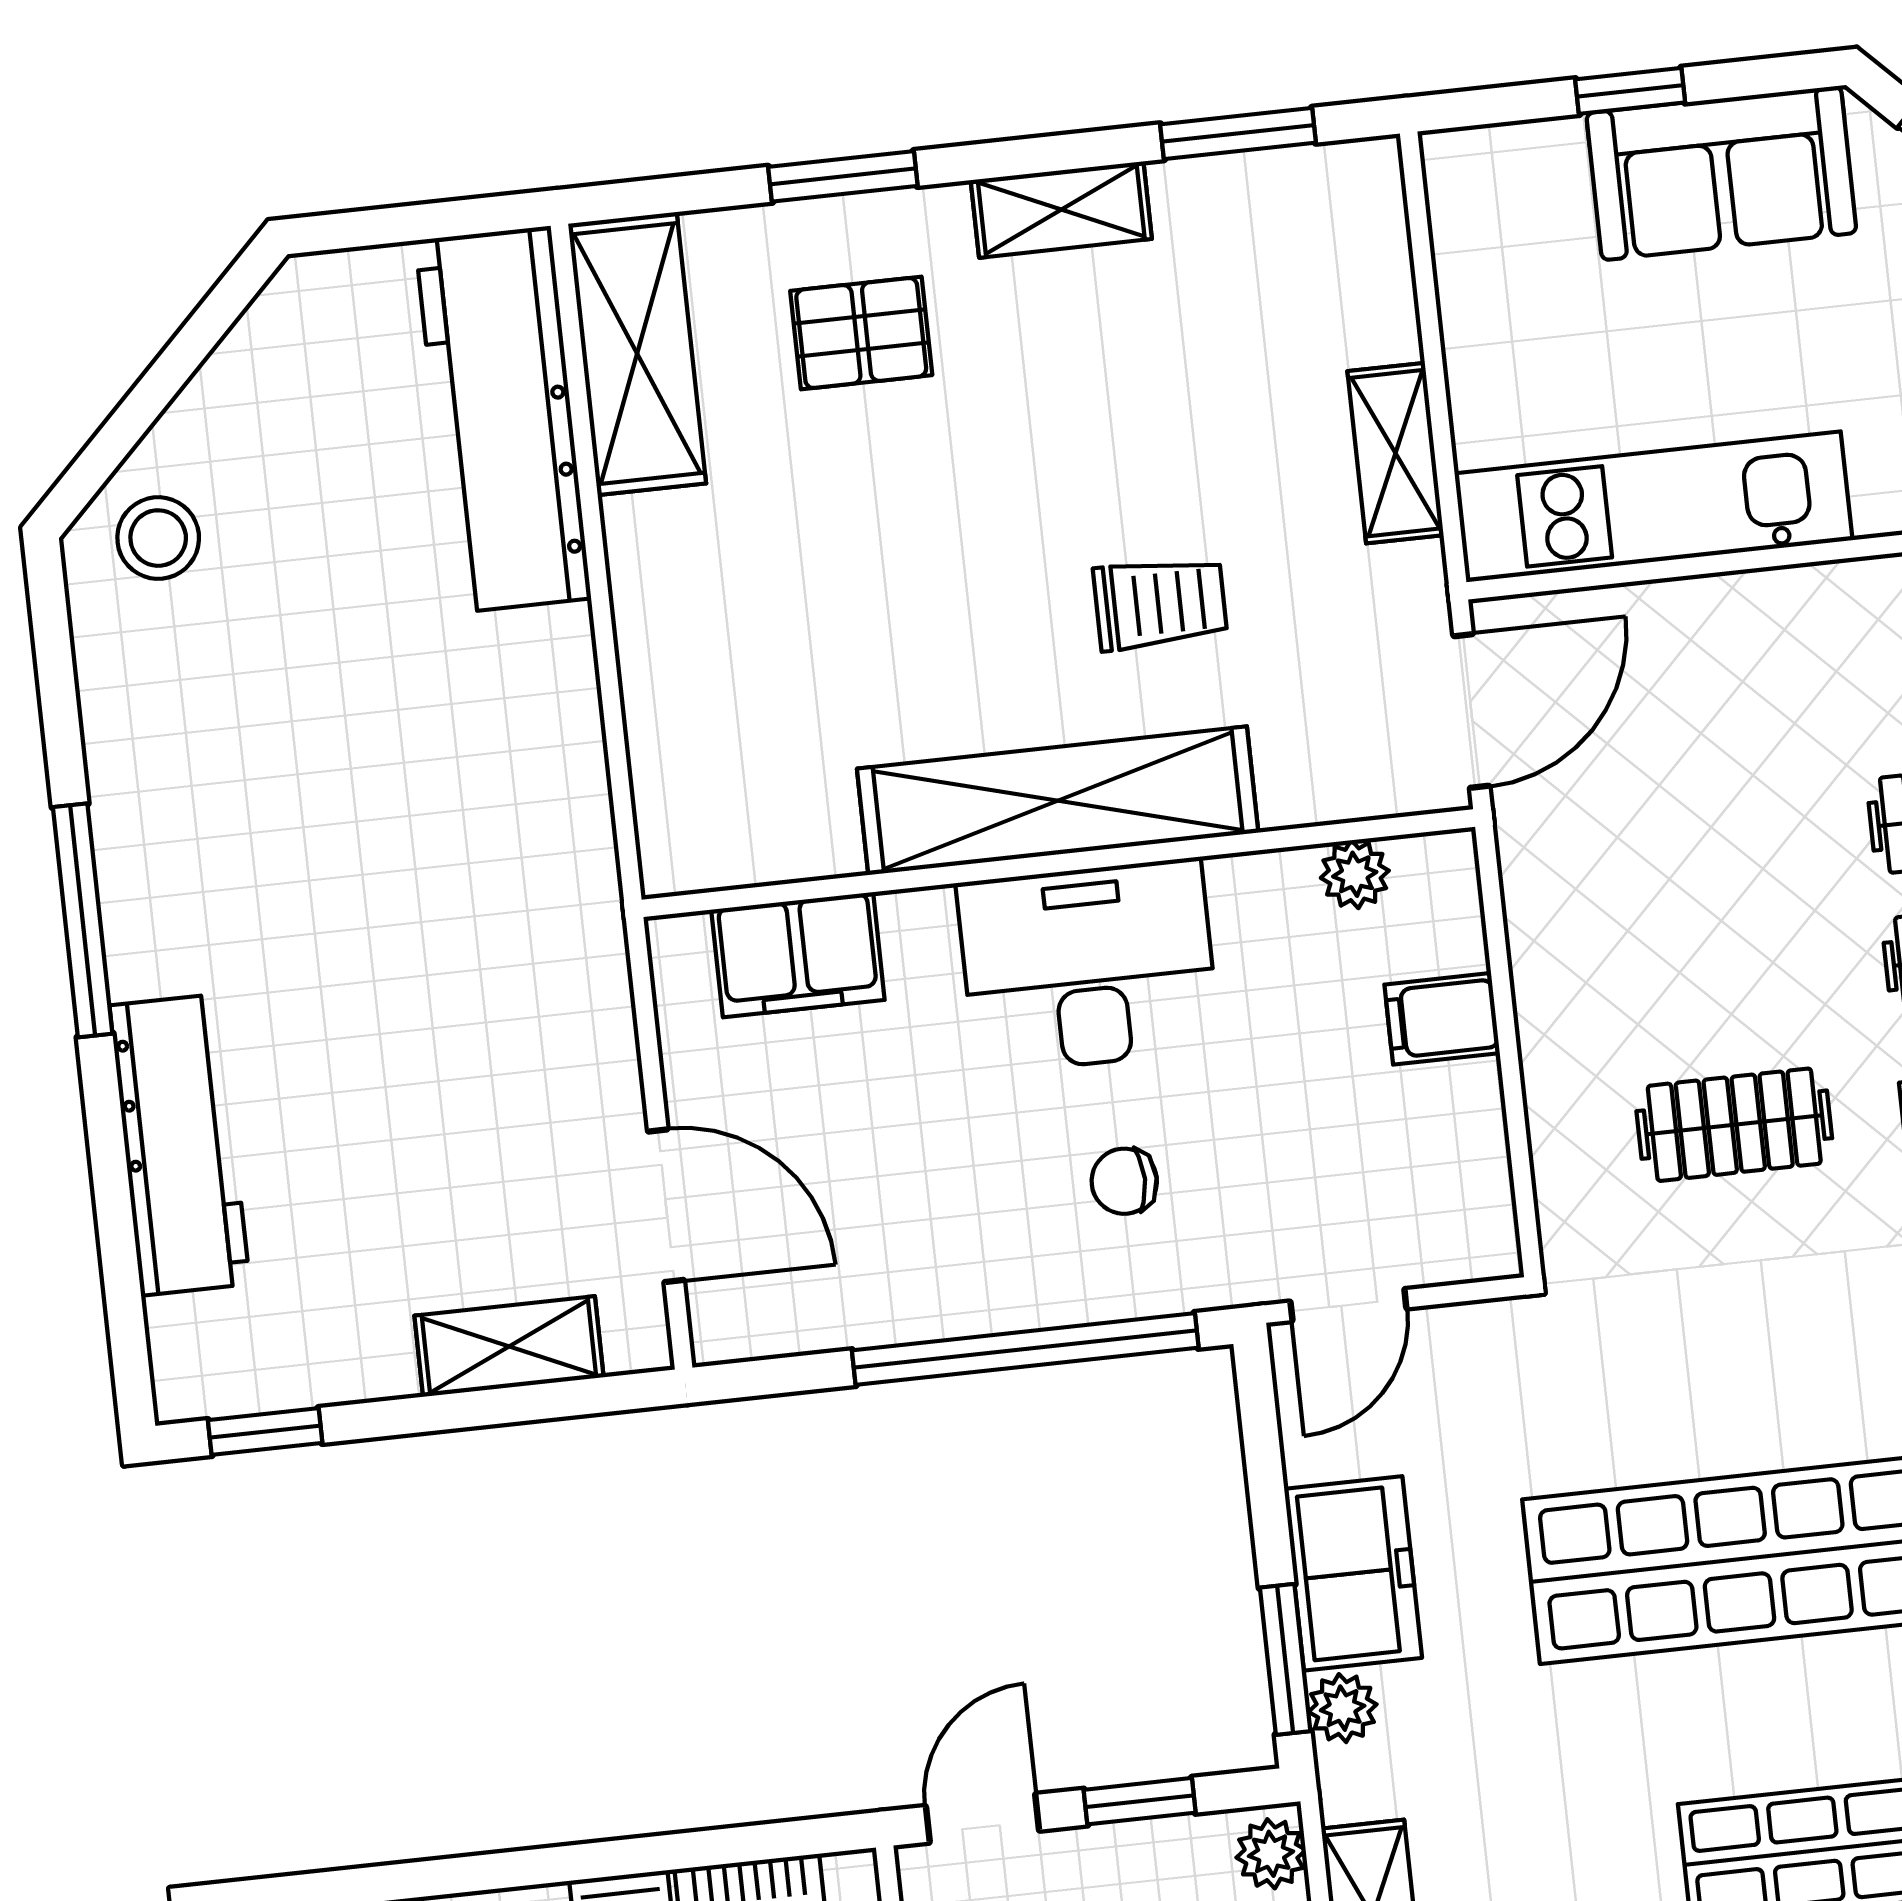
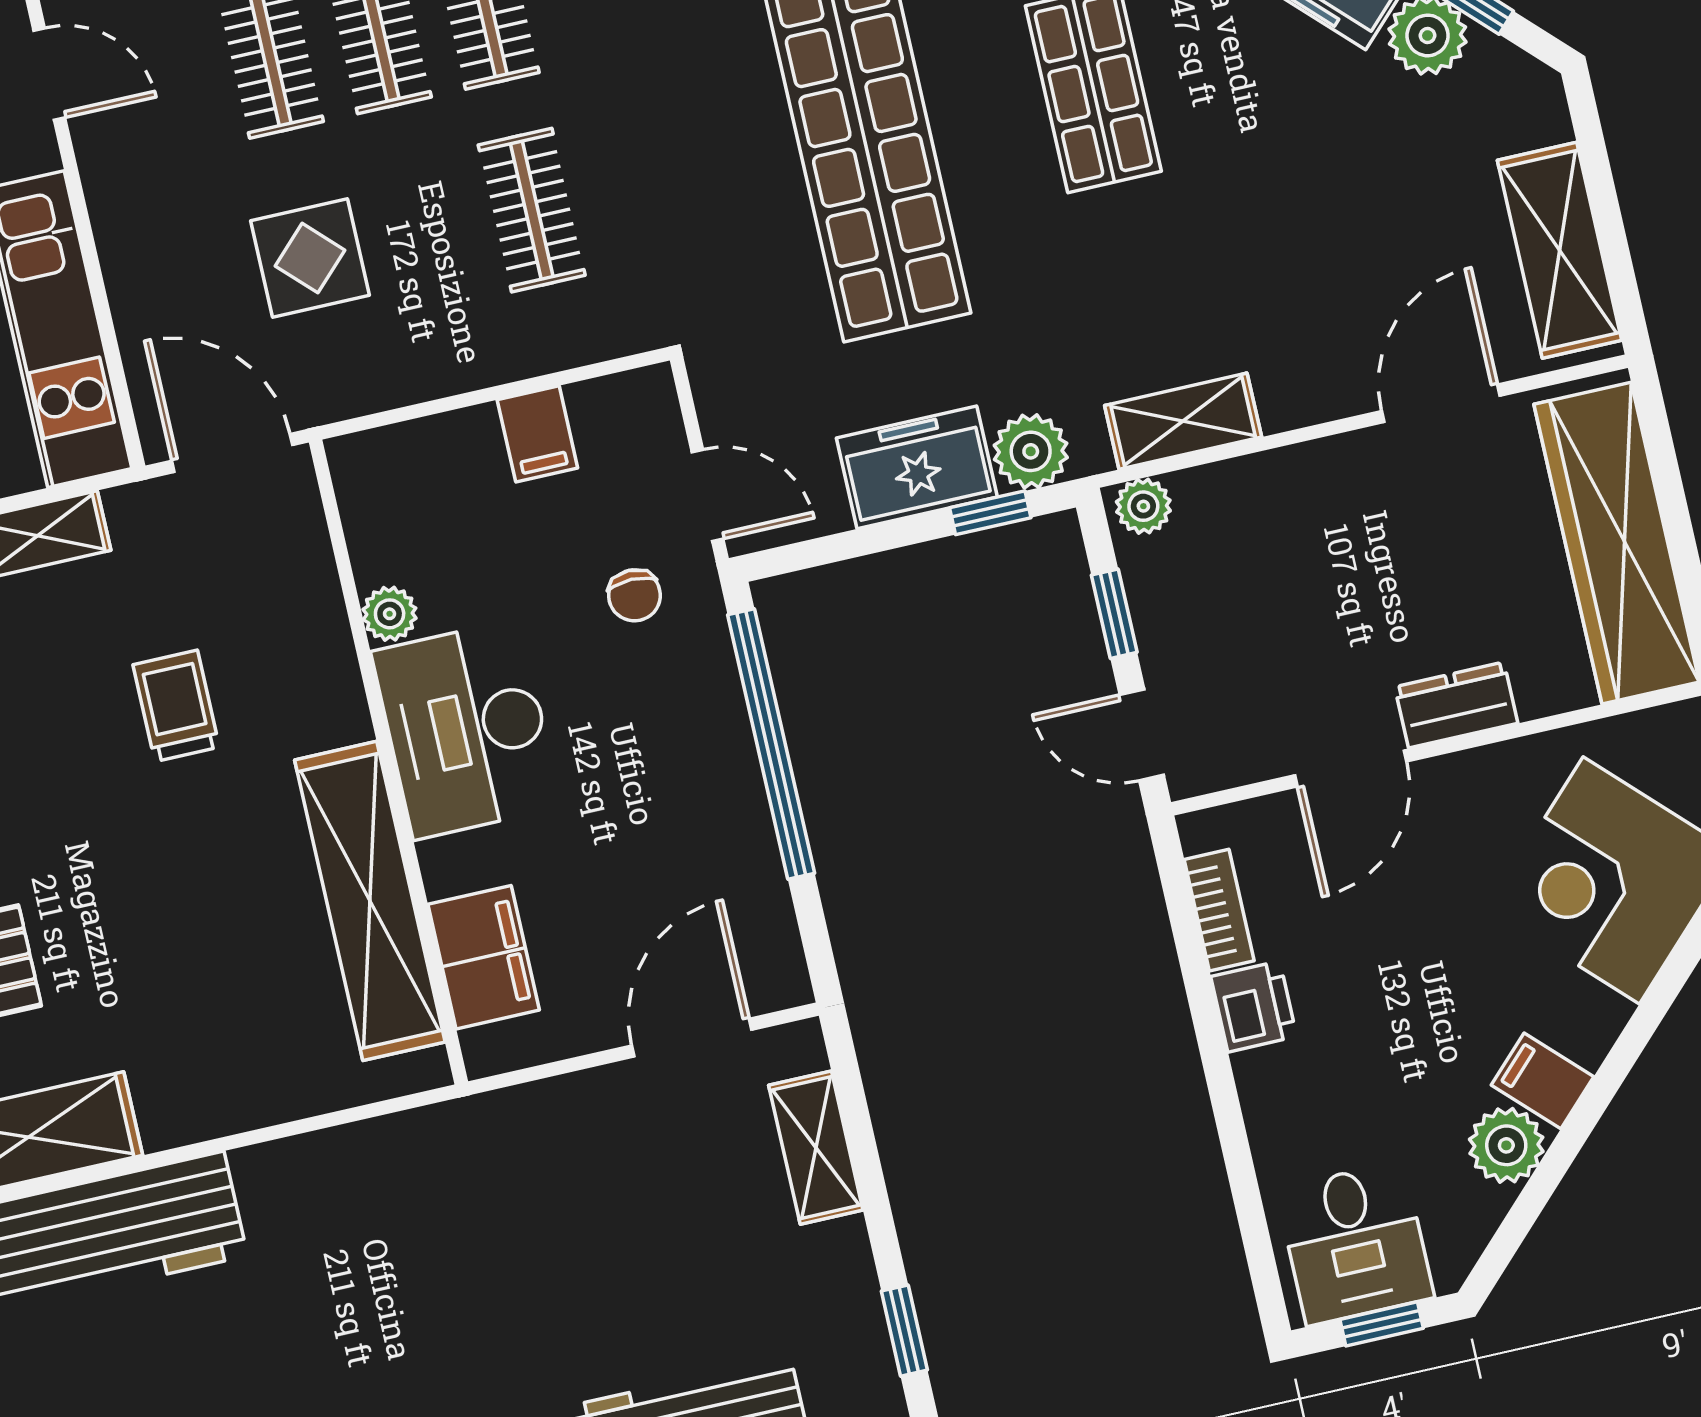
shelving: (1058, 801) -> (370, 901), moved
display table: (1706, 838) -> (310, 258), added
plant: (1355, 874) -> (390, 614), moved
filing cabinet: (1442, 1019) -> (537, 434), moved
chair: (1124, 1181) -> (634, 595), moved
window: (1285, 1659) -> (990, 513), width x0.67
plant: (1343, 1708) -> (1031, 451), width x1.38, depth x1.38

